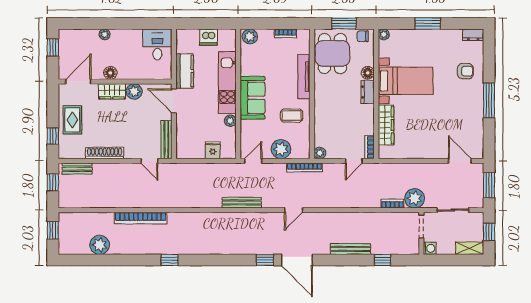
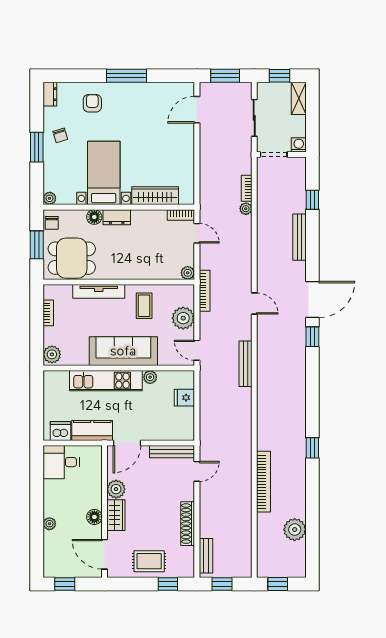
dishwasher: (208, 37) -> (60, 431), moved, turned -90
chair: (438, 44) -> (60, 135), added
sofa: (253, 98) -> (123, 351), width x1.36
plant: (415, 198) -> (246, 209), moved, width x0.53, depth x0.53

